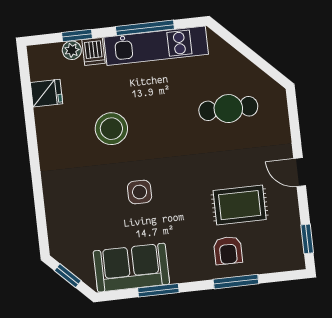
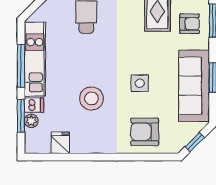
window: (77, 35) -> (21, 116), width x1.50
armchair: (74, 206) -> (145, 132), added
sofa: (131, 268) -> (194, 86), width x1.36

